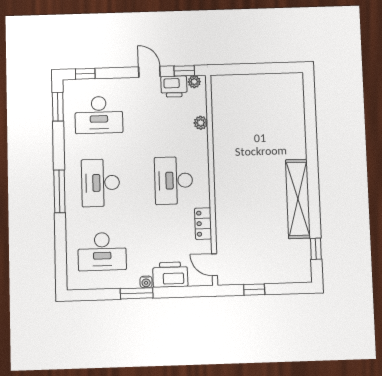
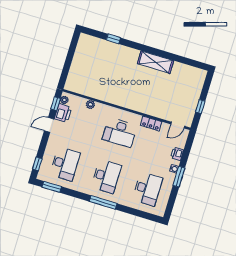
desk: (100, 183) -> (106, 176), turned -90
shelving: (298, 199) -> (156, 62), width x0.68
window: (316, 249) -> (113, 39), moved
printer: (170, 275) -> (177, 154), width x0.53, depth x0.68

